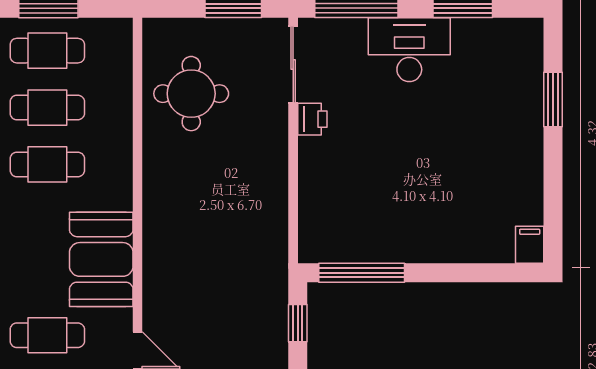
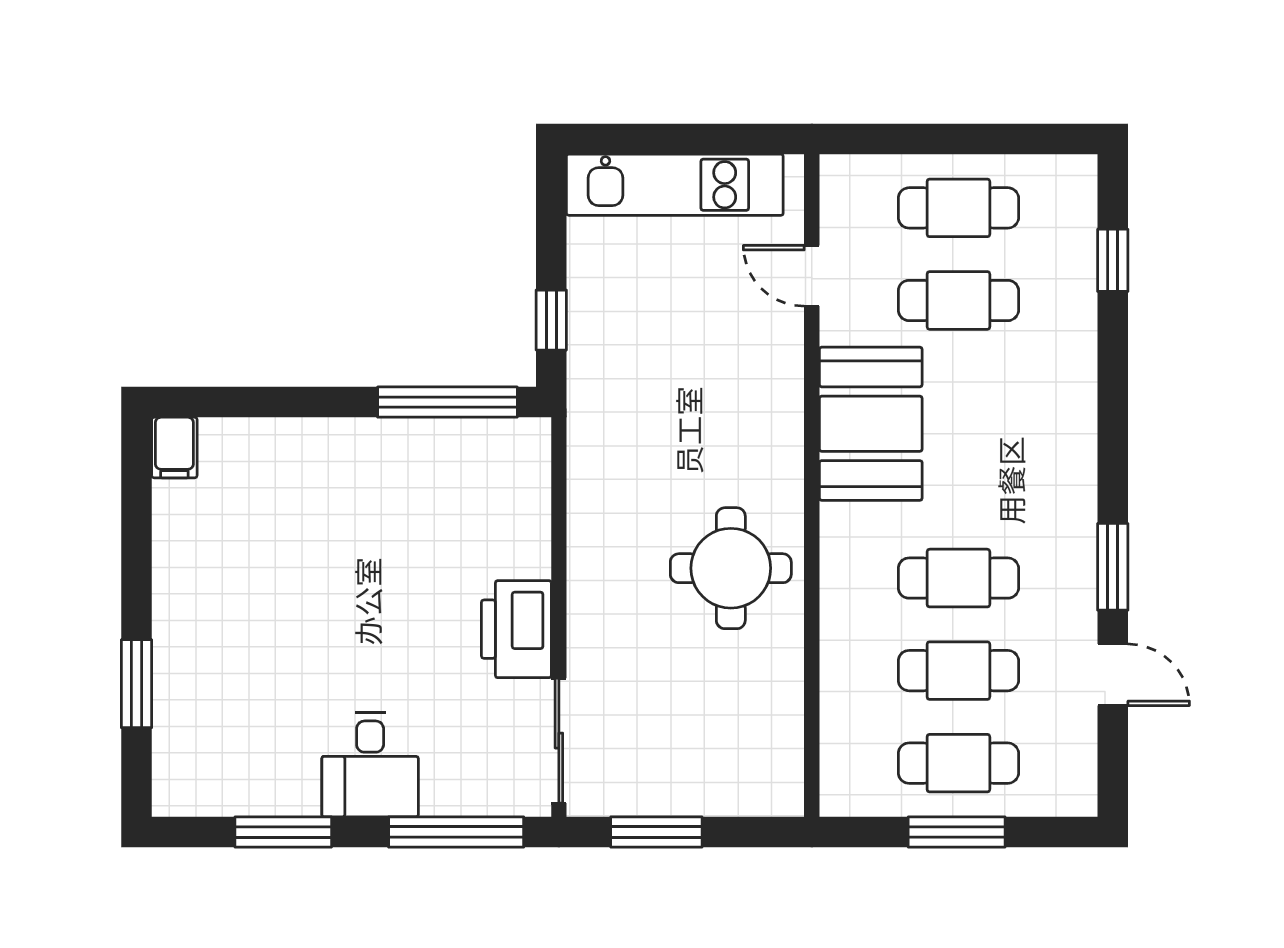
desk: (409, 50) -> (370, 765), width x0.73
round table: (191, 94) -> (731, 568), moved
printer: (312, 119) -> (516, 629), width x1.87, depth x1.48

